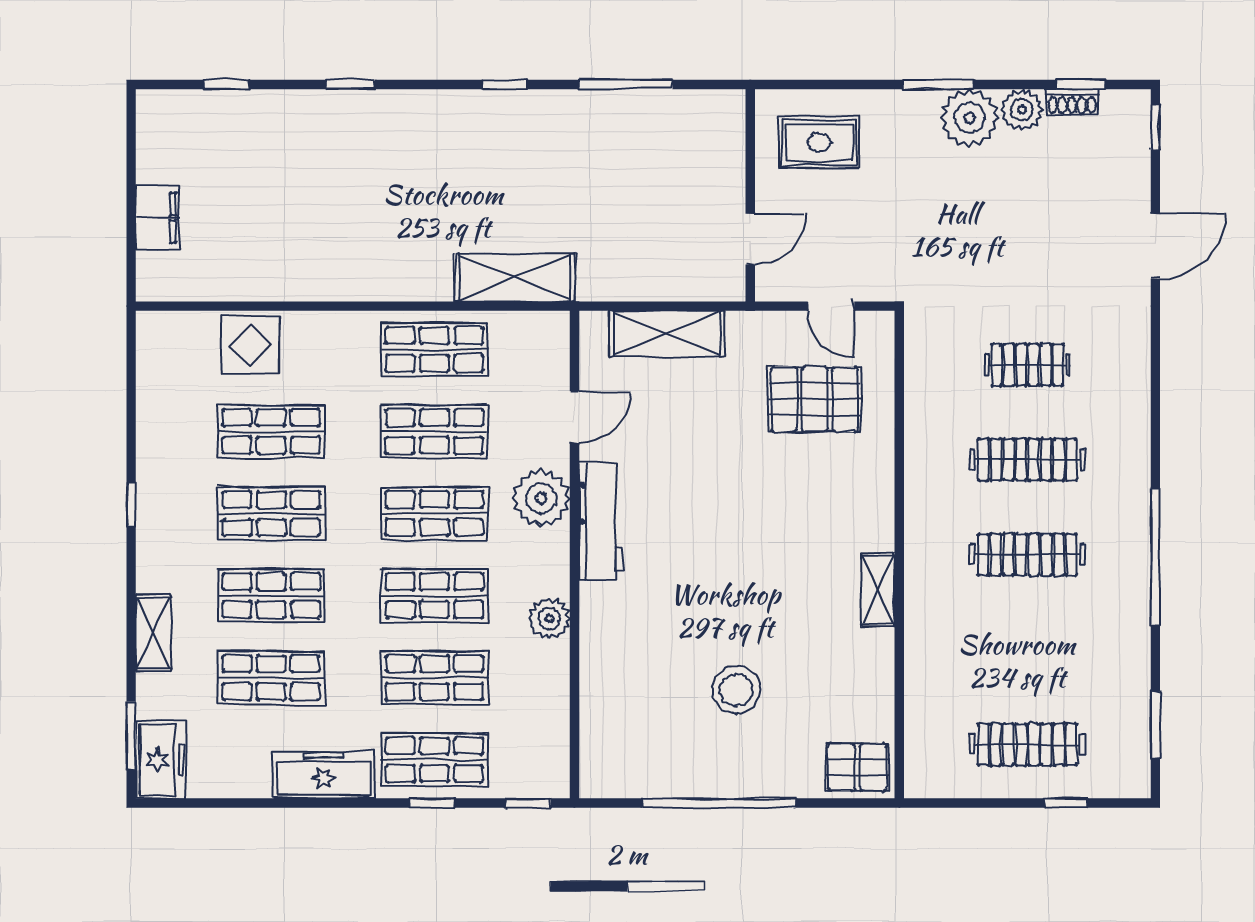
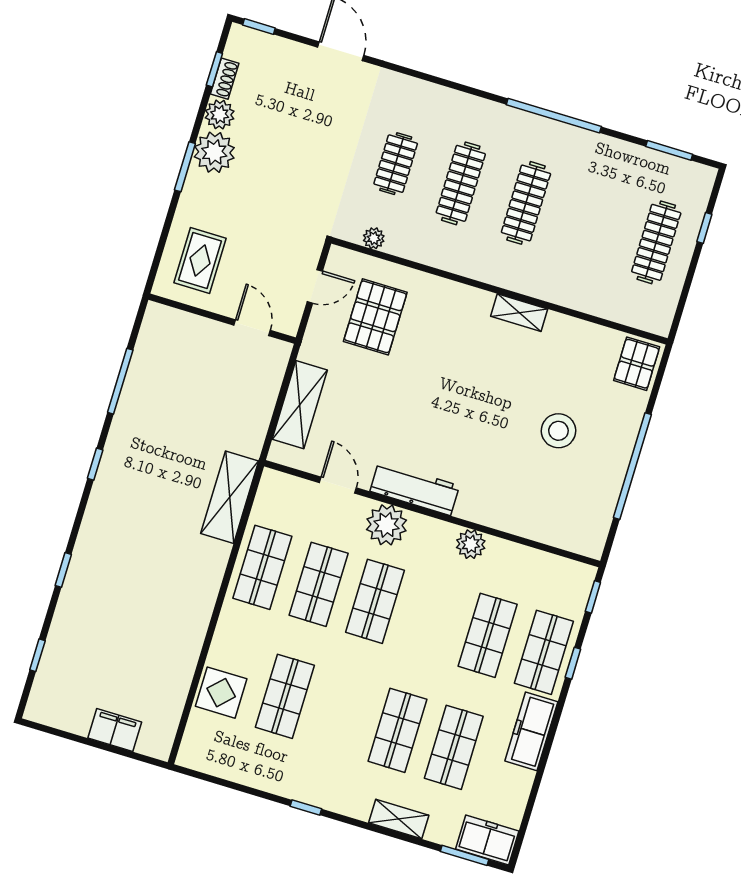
plant: (919, 365) -> (374, 238), added
shop shelf: (271, 514) -> (341, 713), removed
shop shelf: (434, 596) -> (431, 618), removed

